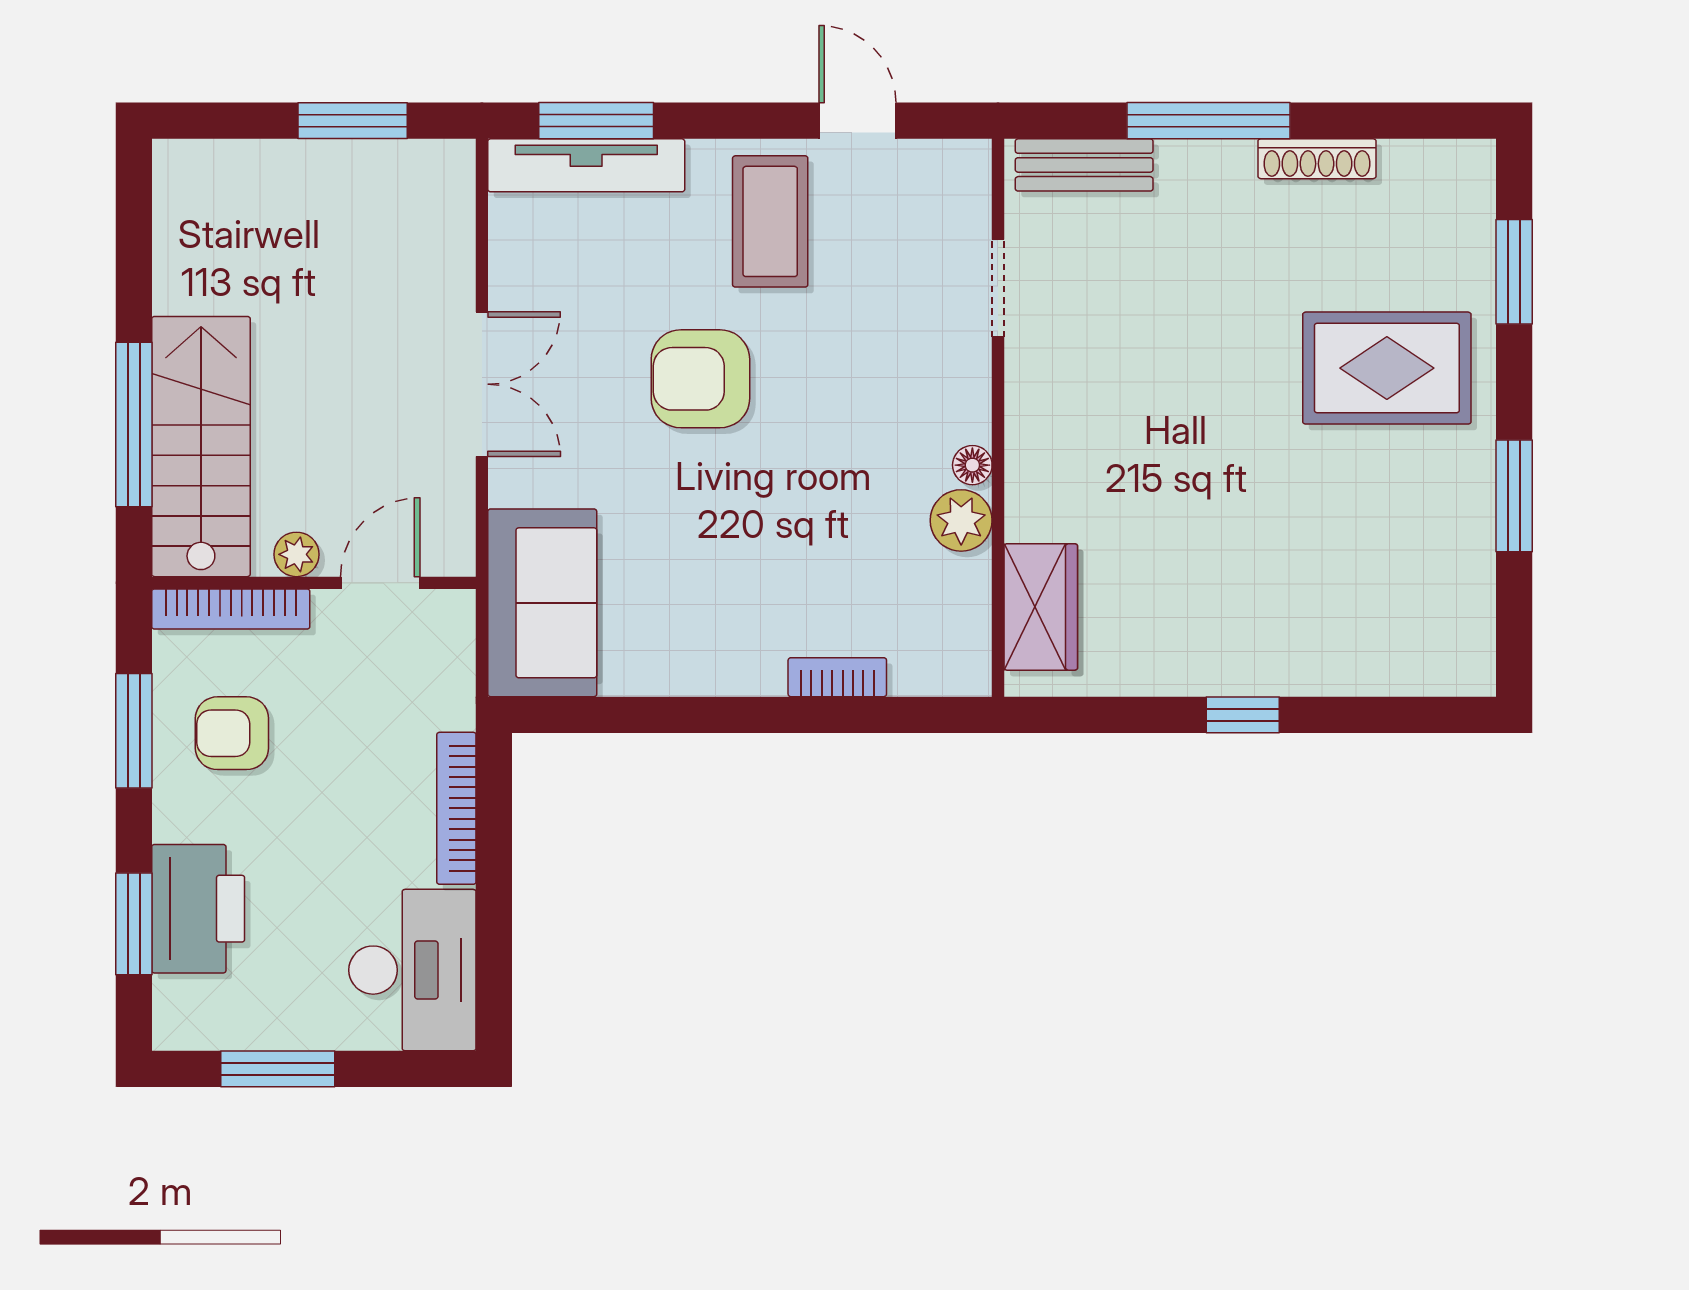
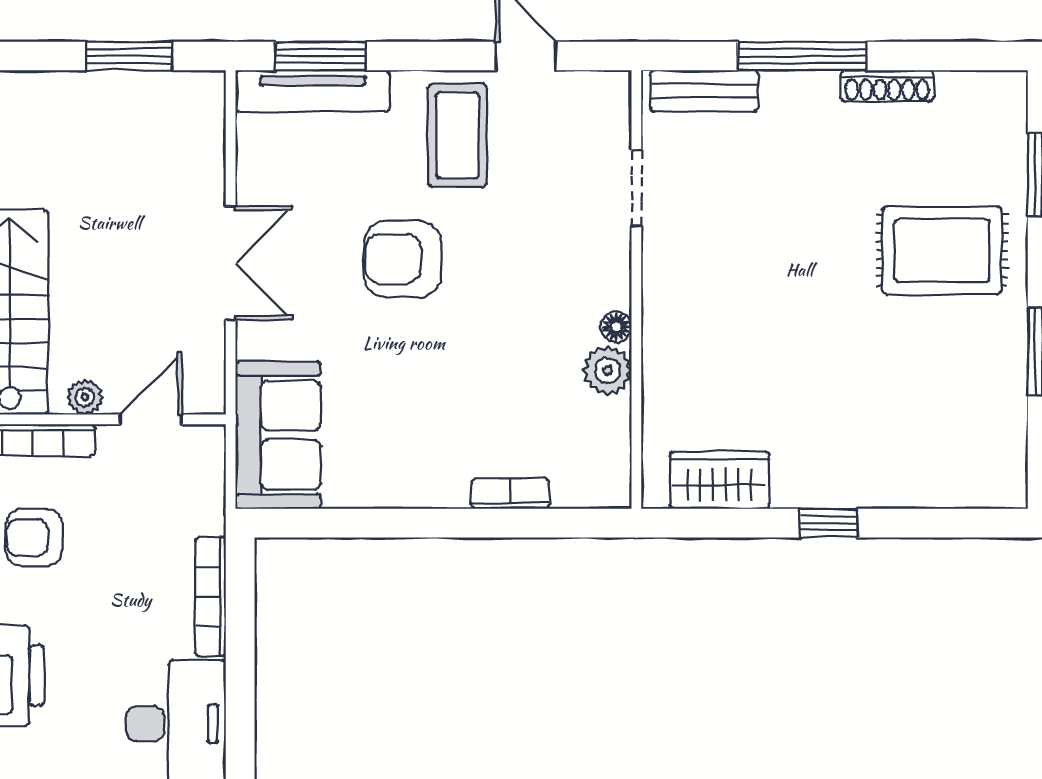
wardrobe: (1041, 607) -> (720, 480), moved, turned -90

